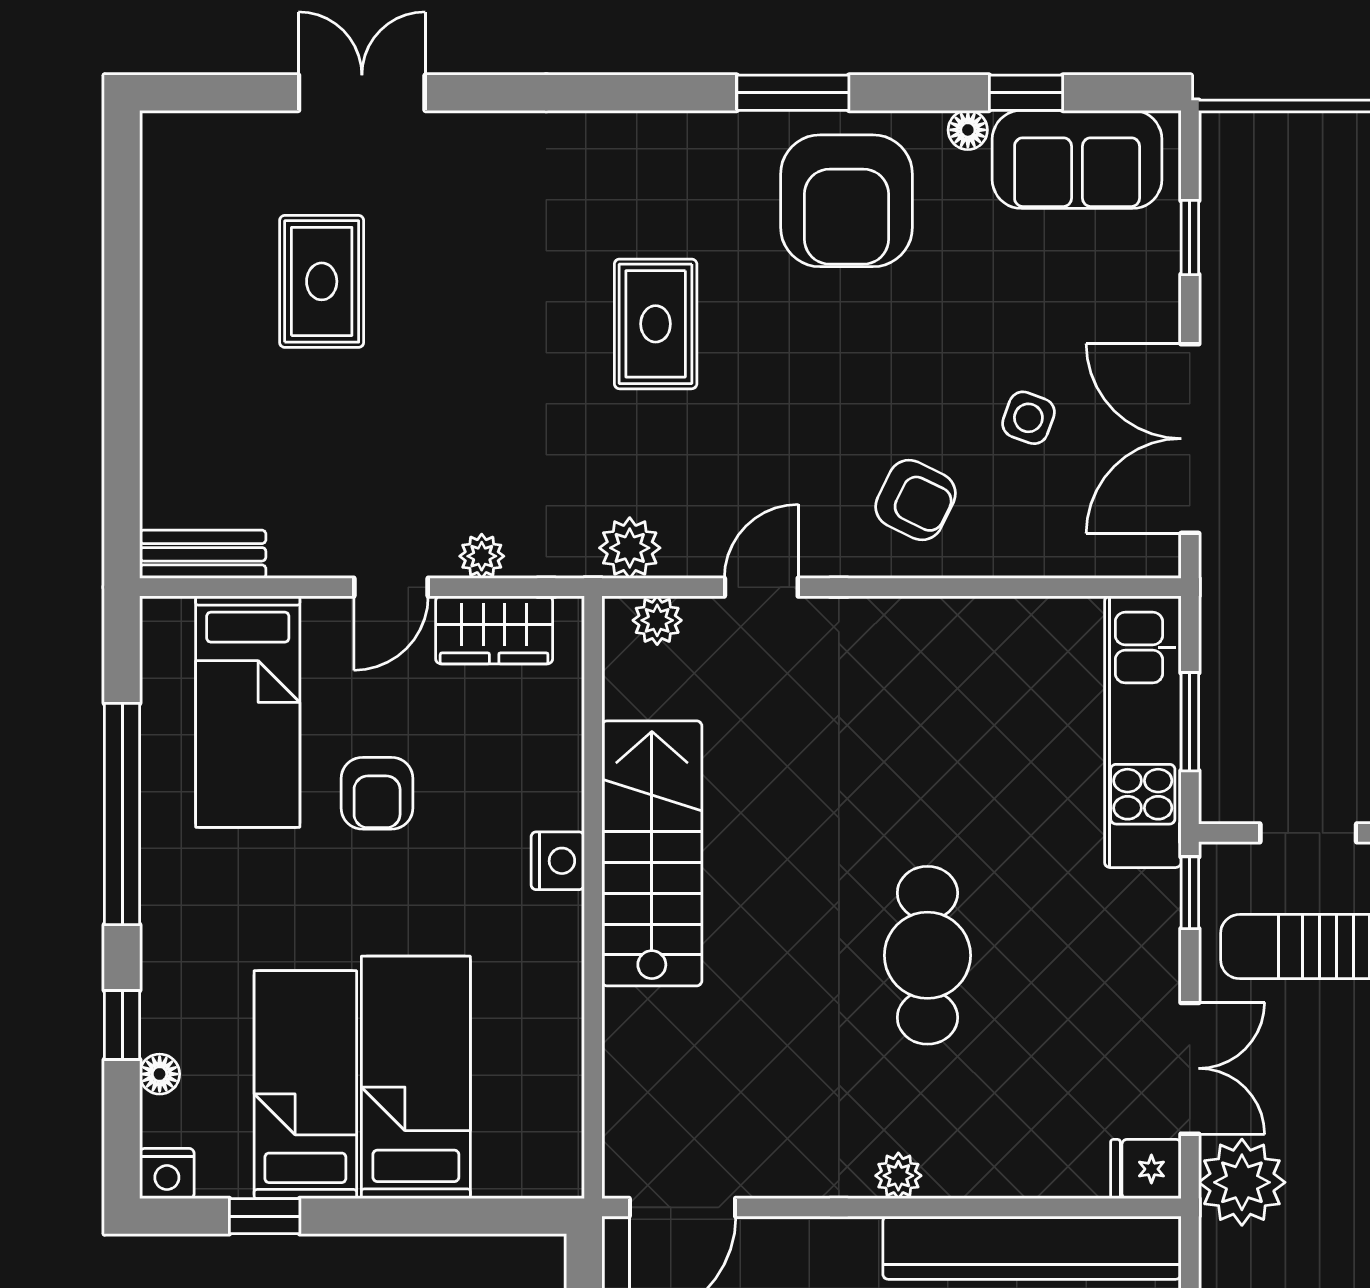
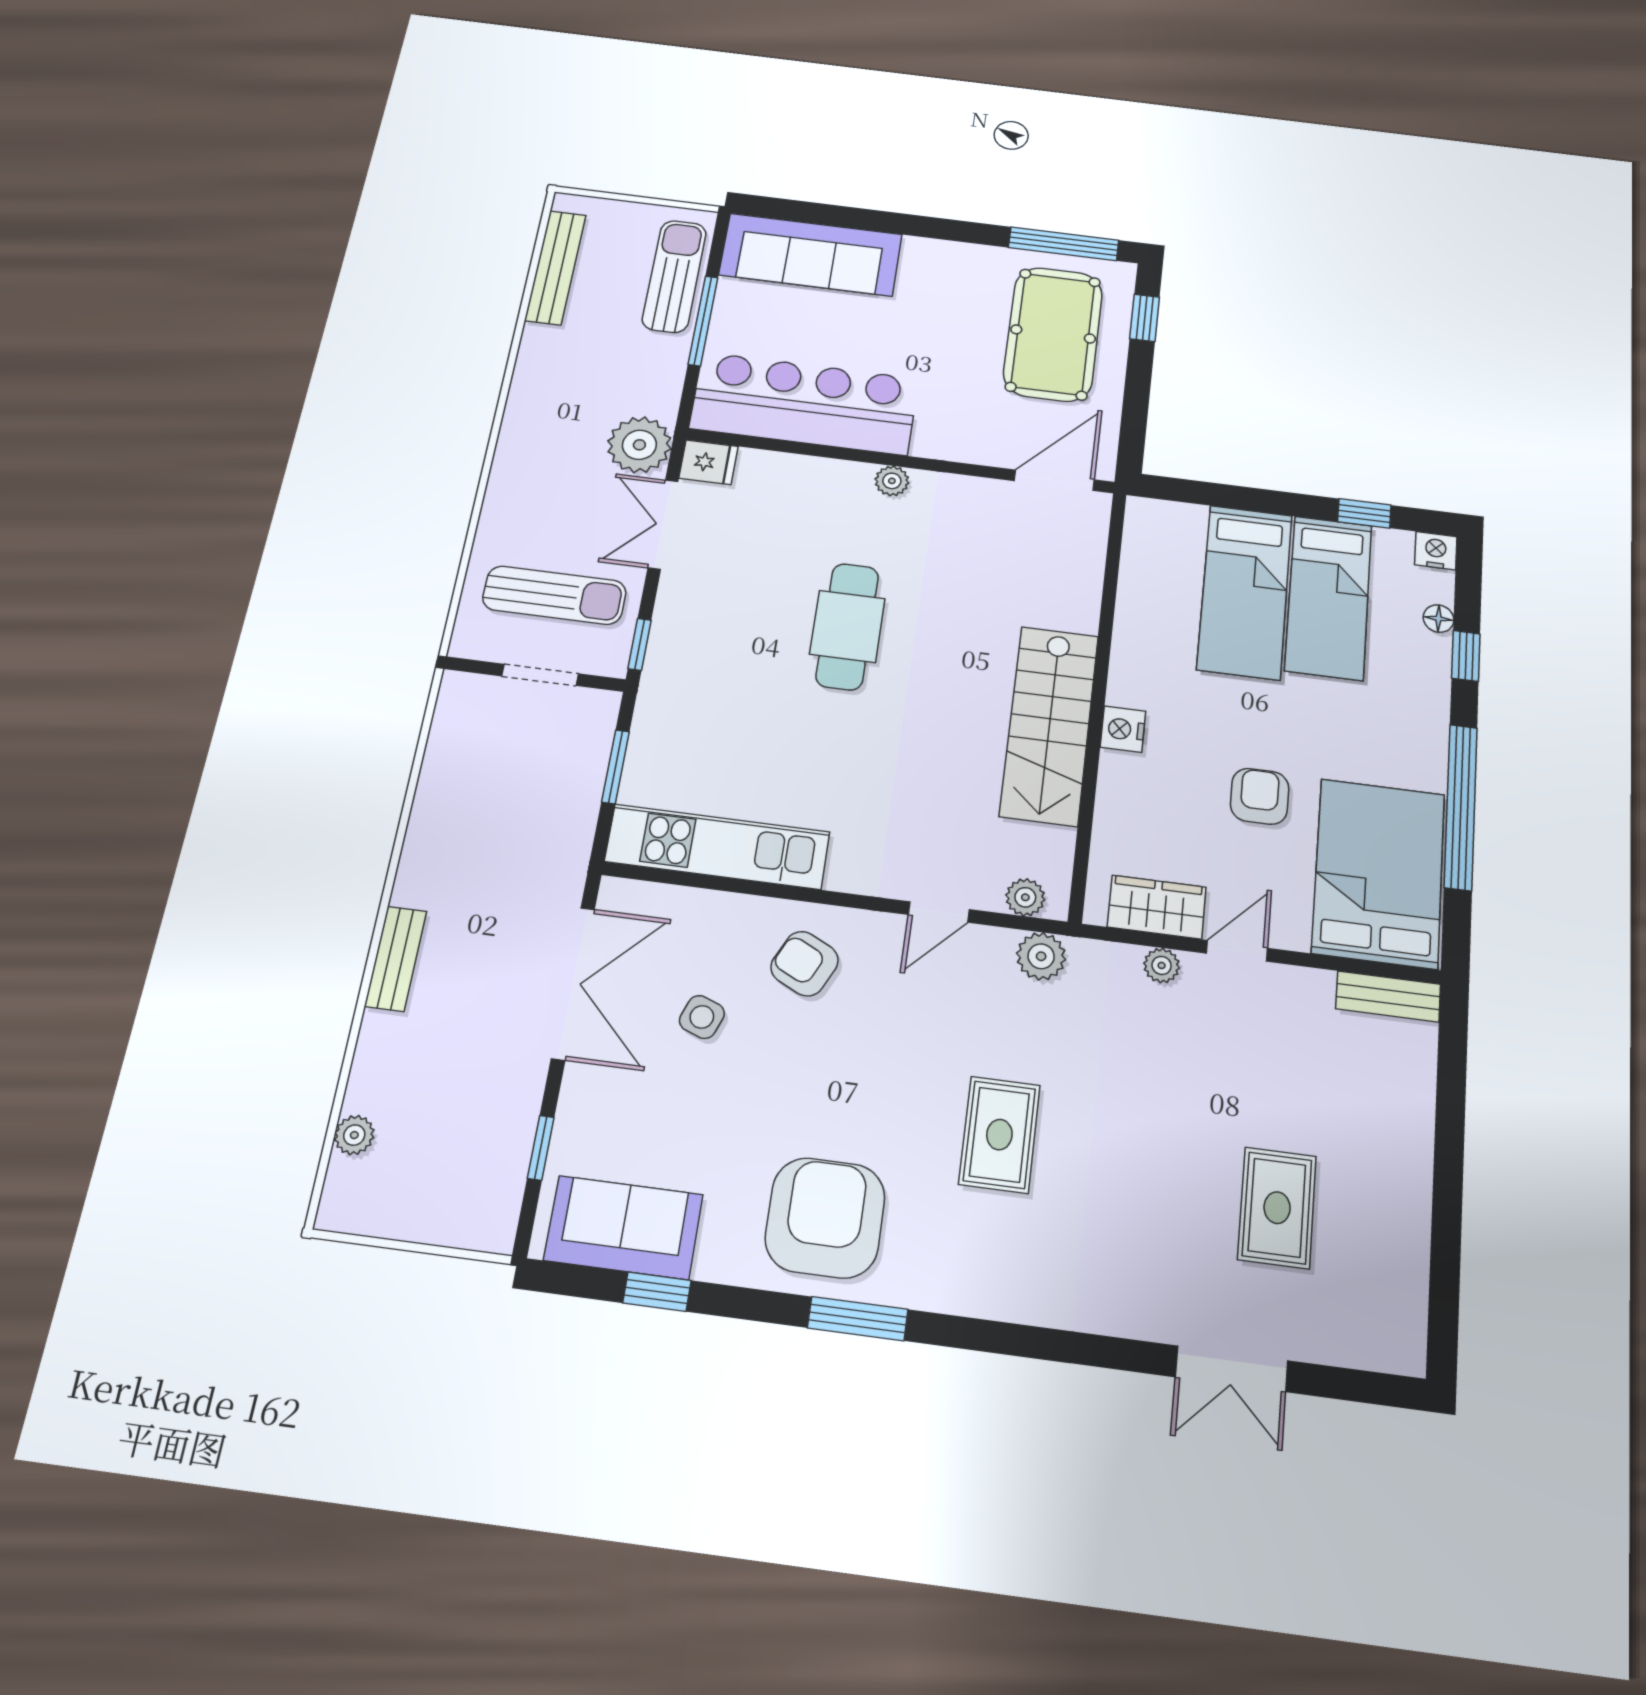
floor lamp: (968, 130) -> (712, 1266), removed
bed: (248, 712) -> (1379, 873), width x1.50
kitchen unit: (1143, 732) -> (717, 847), moved, turned -90

